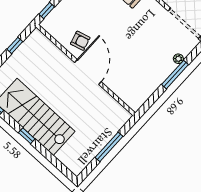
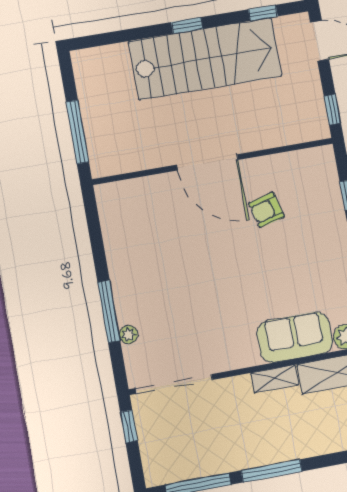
wall: (86, 70) -> (213, 161), moved
door: (88, 72) -> (208, 162), moved

